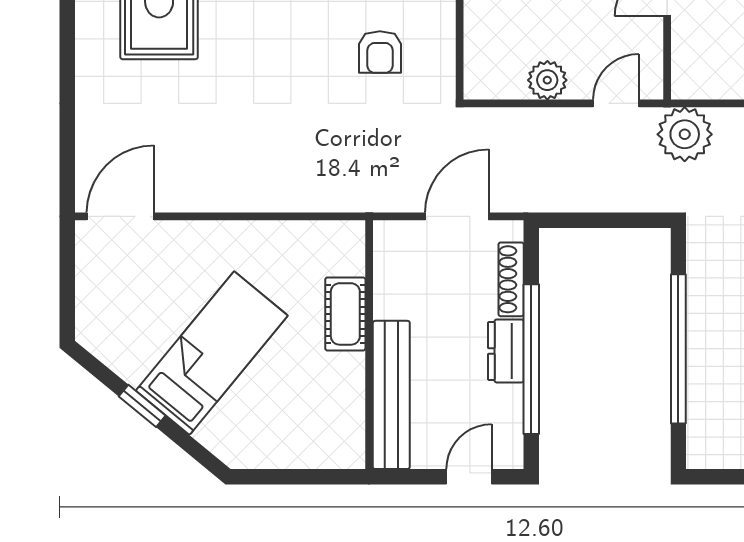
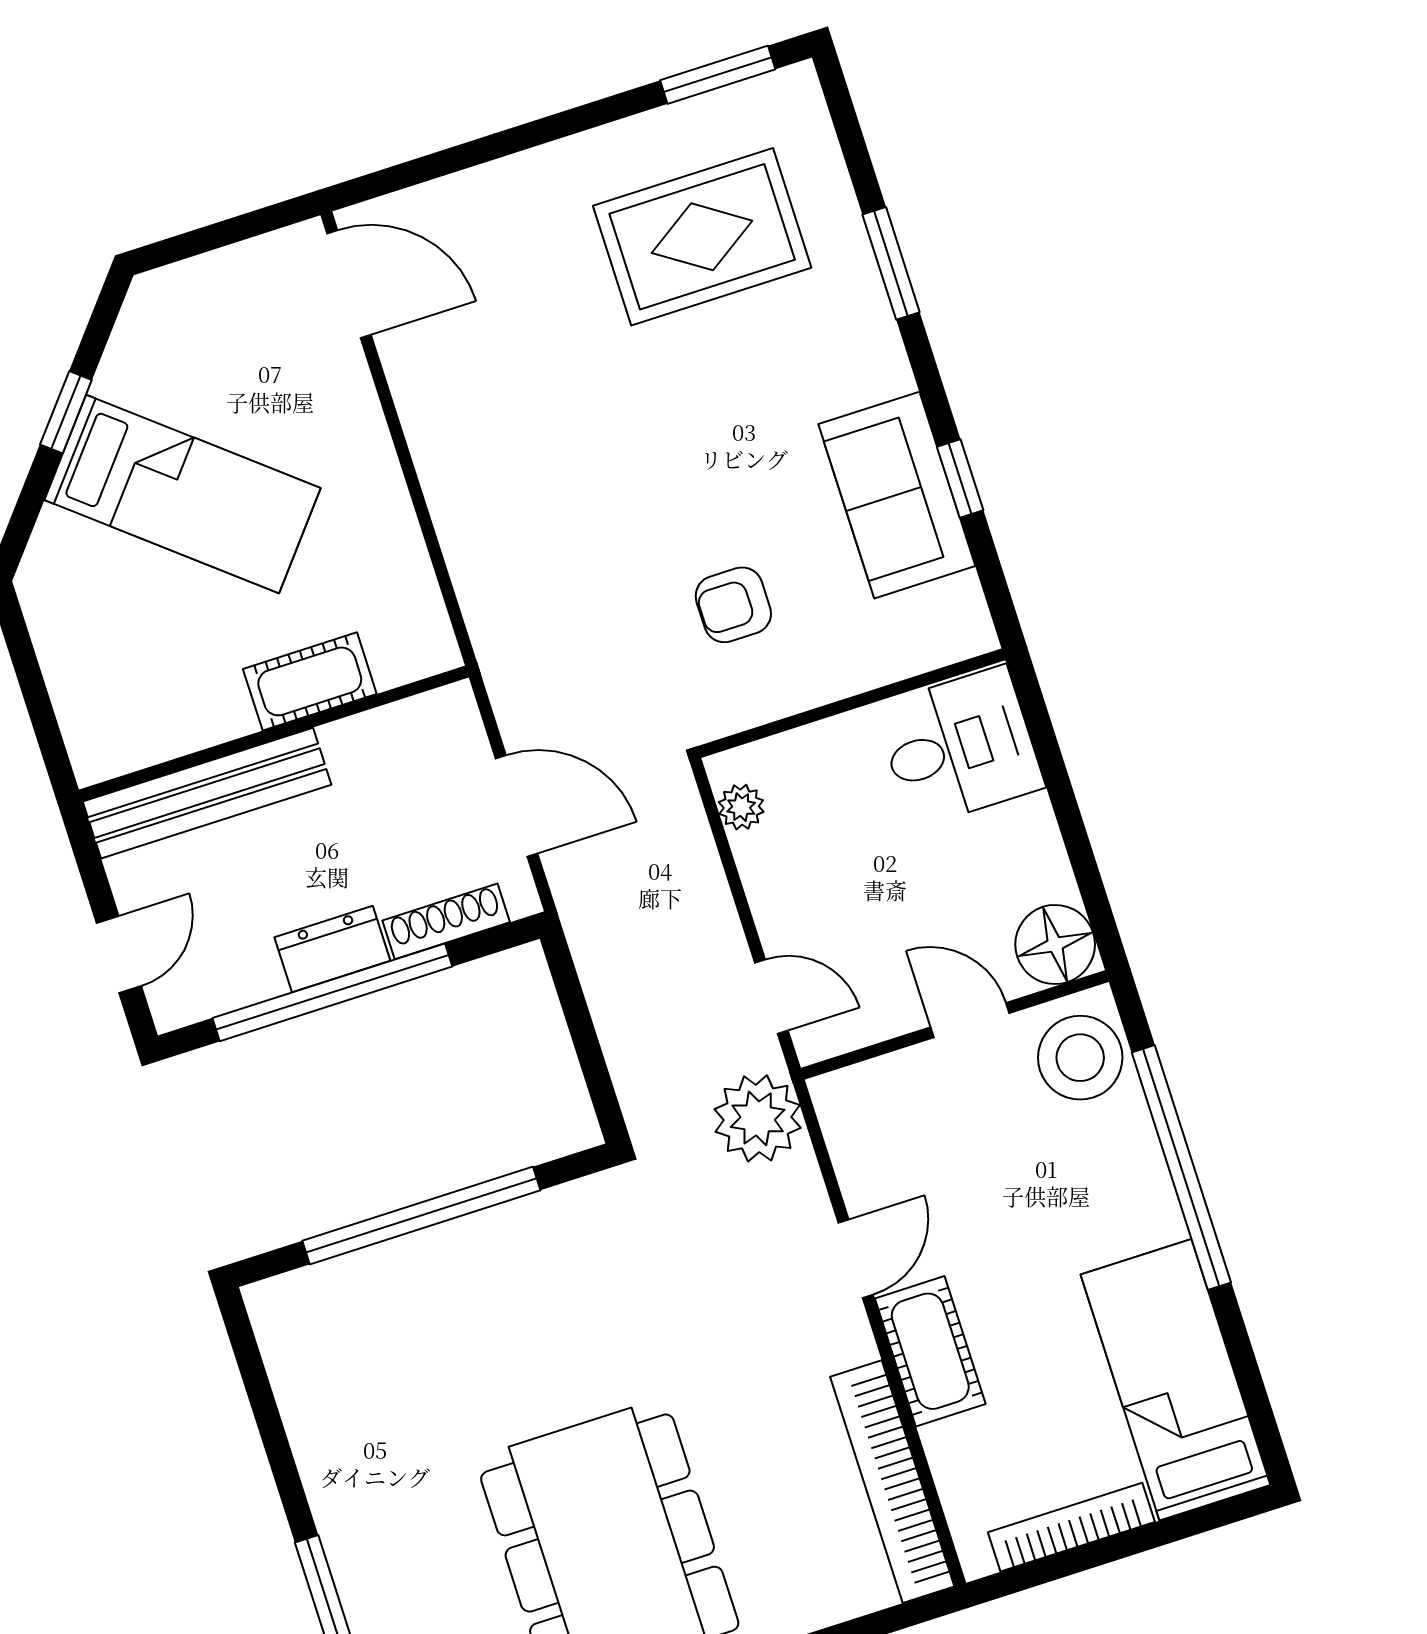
plant: (547, 80) -> (741, 807), moved, width x0.73, depth x0.73
door: (469, 477) -> (119, 954), hinge flipped

